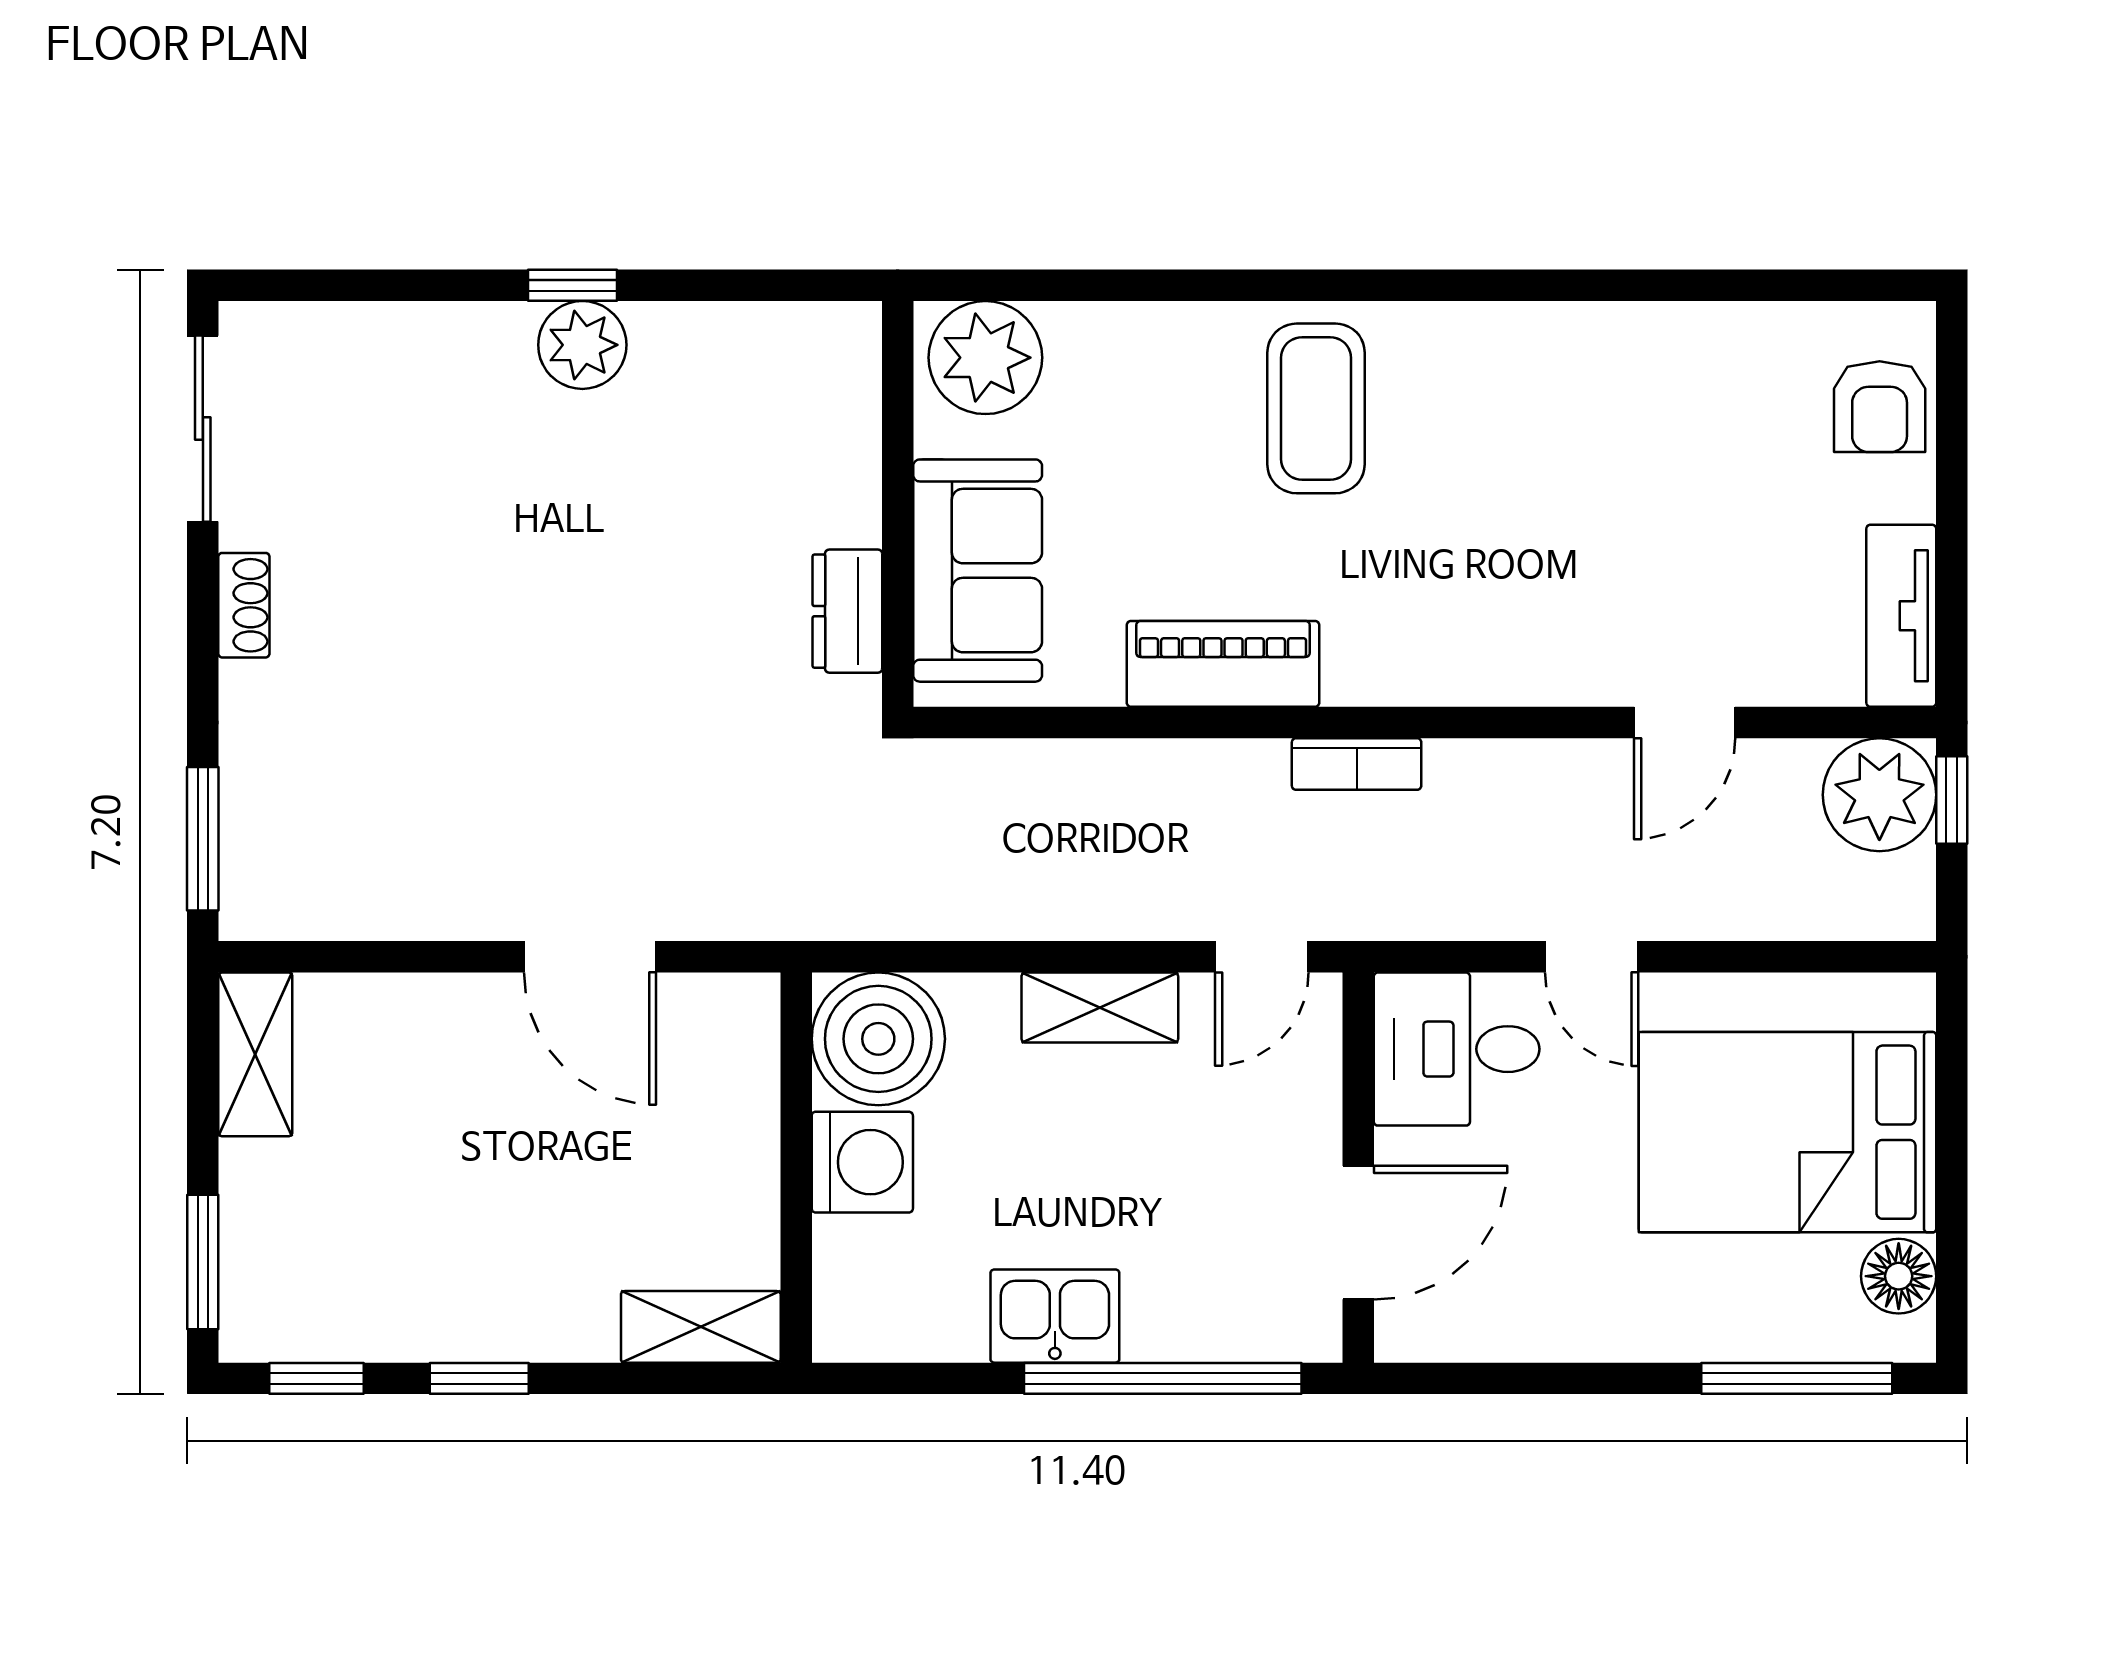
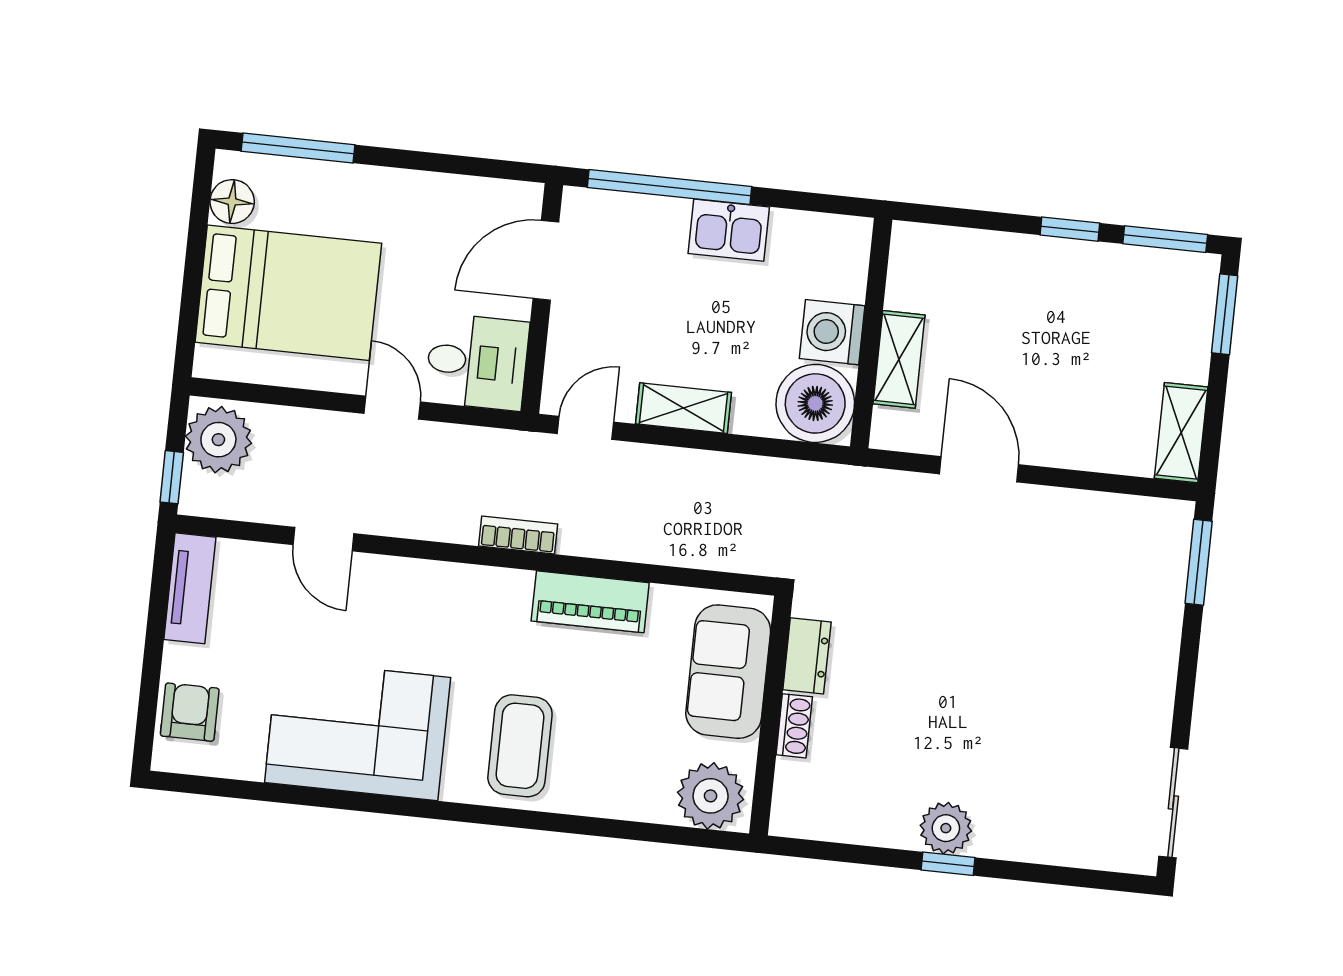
corner sofa: (1593, 406) -> (358, 730), added
shoe rack: (244, 605) -> (794, 726), moved, turned 180
door: (1685, 723) -> (323, 539), swing flipped
plant: (1879, 795) -> (218, 440), moved
shelving: (701, 1327) -> (899, 359), moved, turned 90
window: (316, 1378) -> (1165, 239), width x1.50

